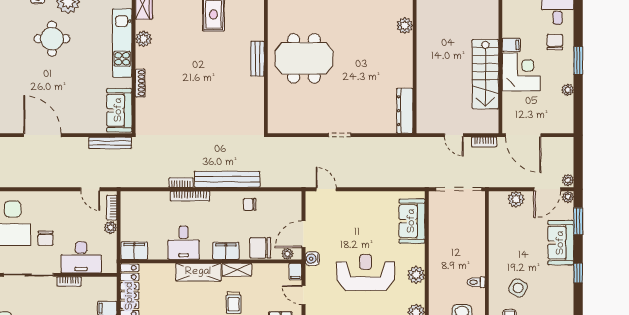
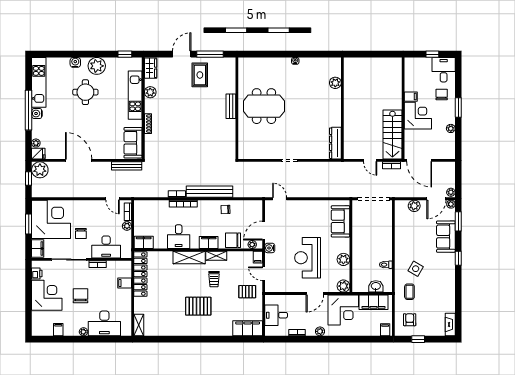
stairs: (485, 74) -> (392, 134), moved
reception desk: (366, 272) -> (308, 258), turned -90

